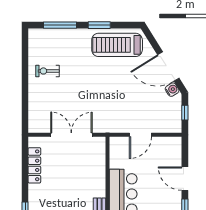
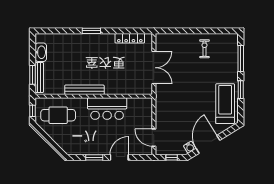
door: (140, 135) -> (154, 138), moved

